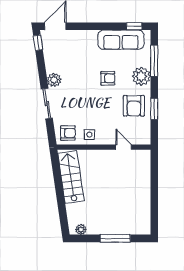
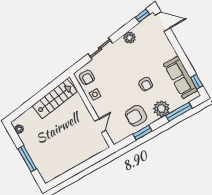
plant: (54, 80) -> (130, 38), moved

